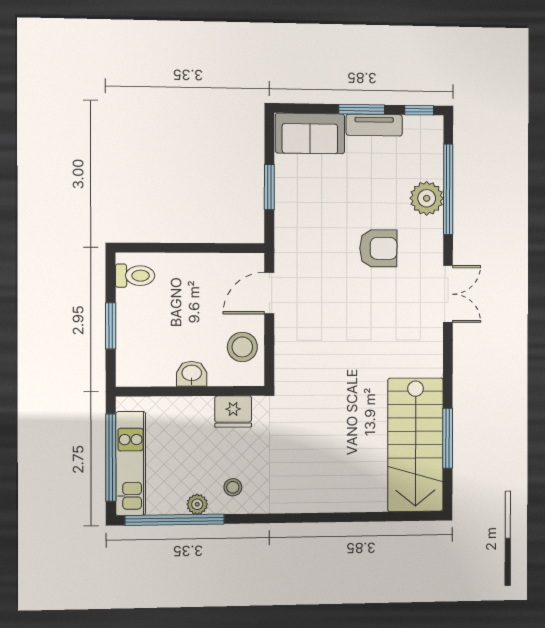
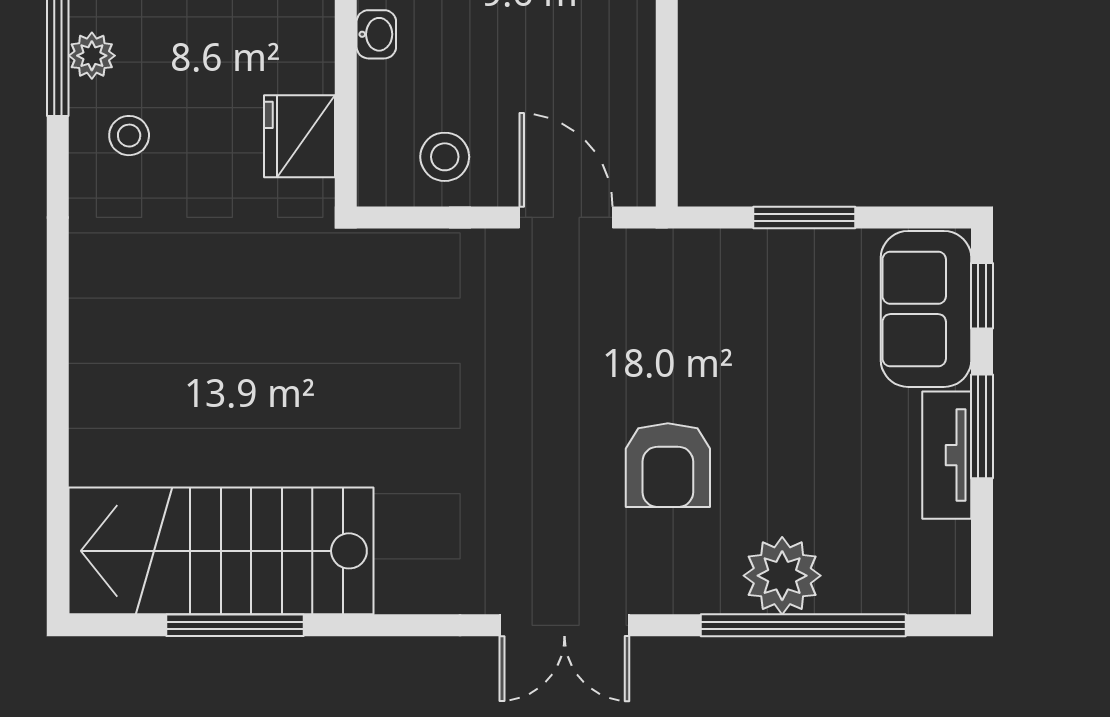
window: (419, 110) -> (982, 296), moved
stool: (242, 347) -> (445, 157), width x0.73, depth x0.73
washbasin: (192, 374) -> (376, 34), width x0.72, depth x0.69

